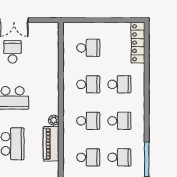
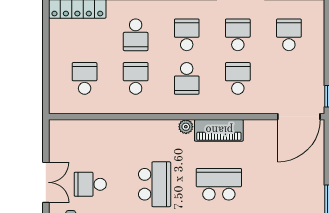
school desk: (119, 84) -> (136, 35), turned 180
school desk: (88, 121) -> (187, 78), turned 180

